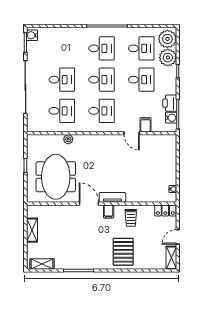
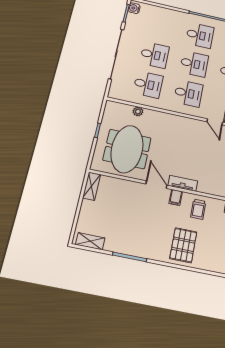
plant: (68, 139) -> (138, 111), moved
shelving: (32, 230) -> (92, 186), moved

